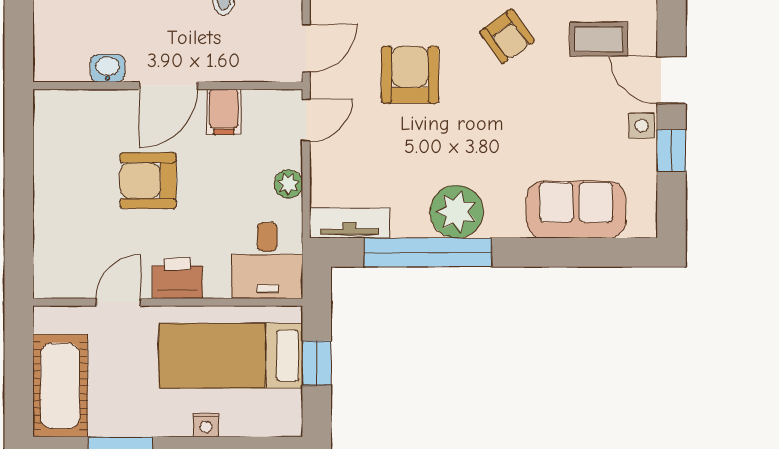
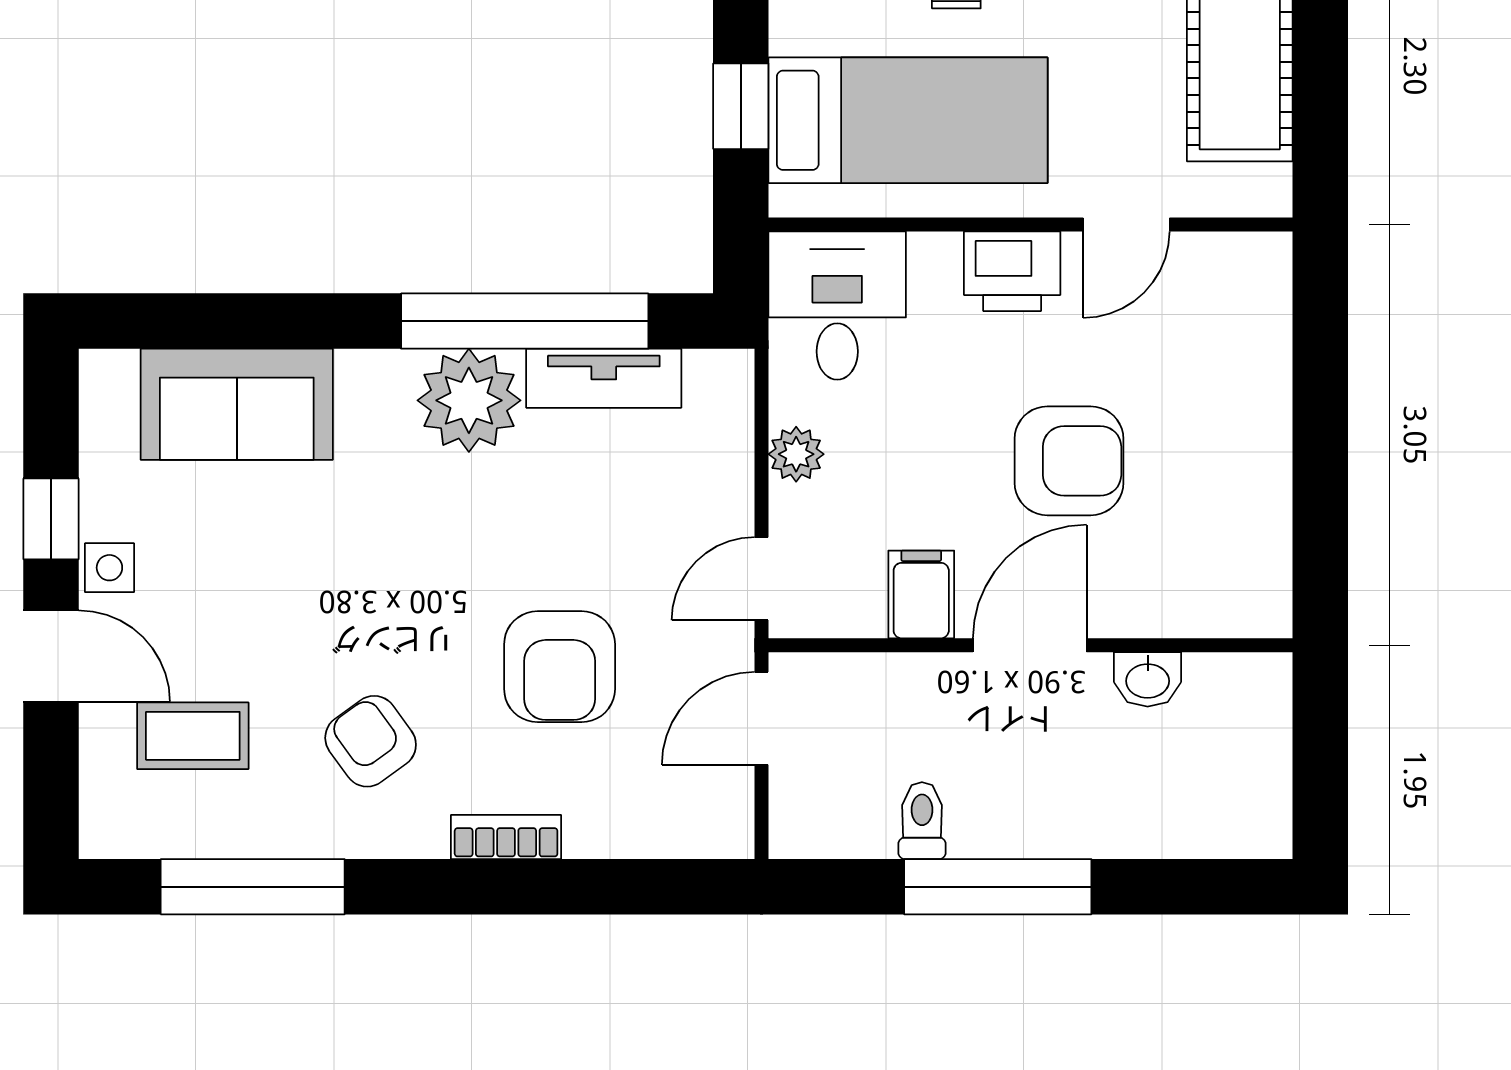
tv unit: (350, 223) -> (604, 378), moved

